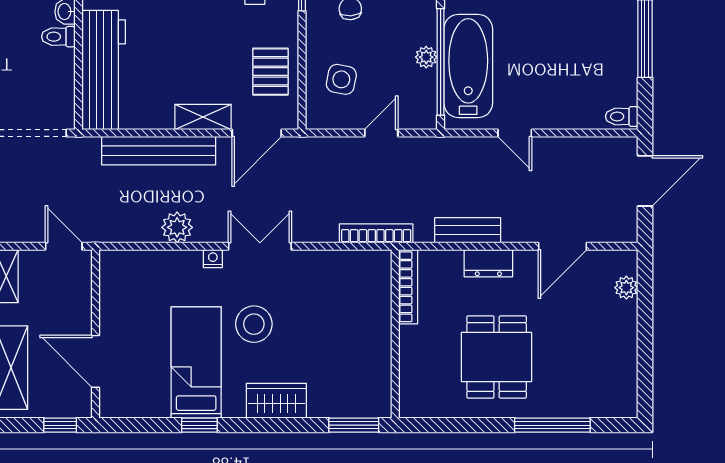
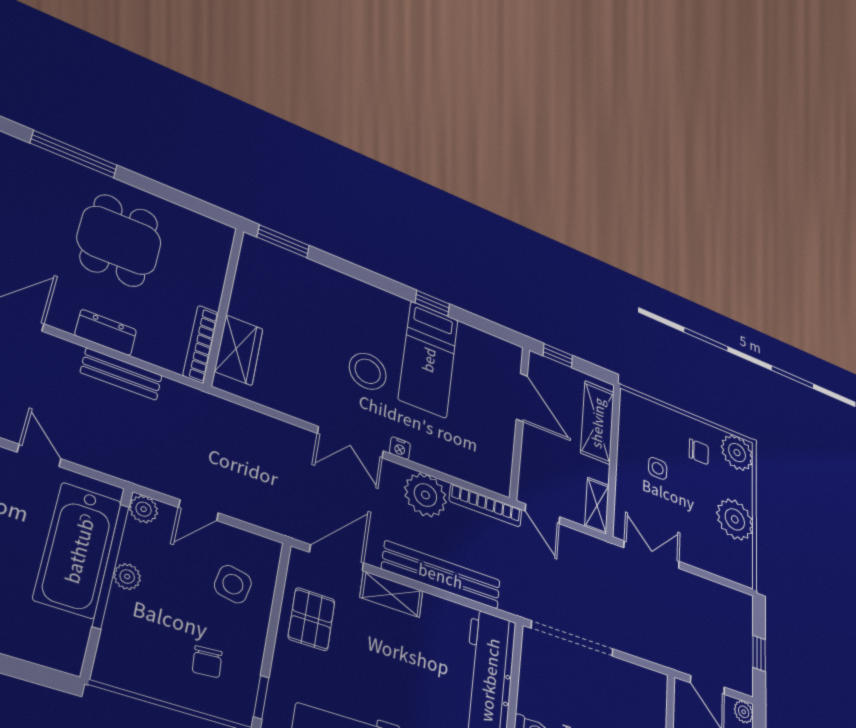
plant: (425, 118) -> (144, 509), added
plant: (177, 227) -> (425, 495), width x1.36, depth x1.36
bookcase: (376, 233) -> (486, 505), moved
wardrobe: (276, 401) -> (239, 350), moved, turned -90

